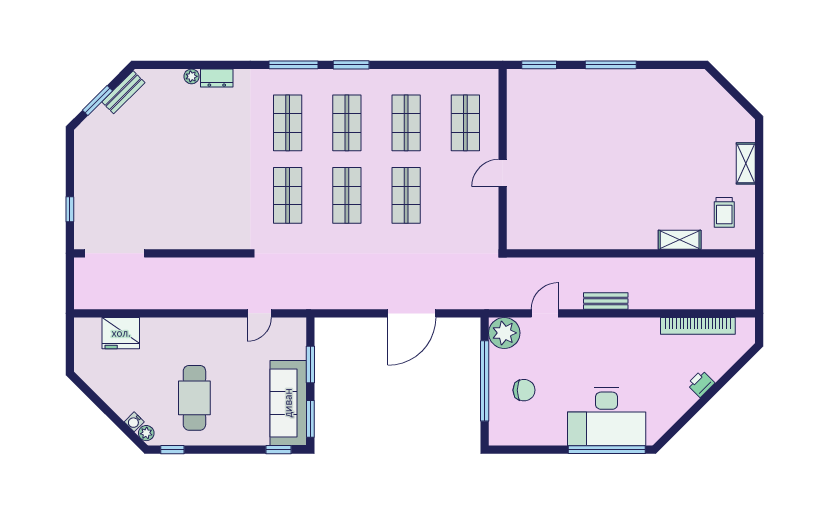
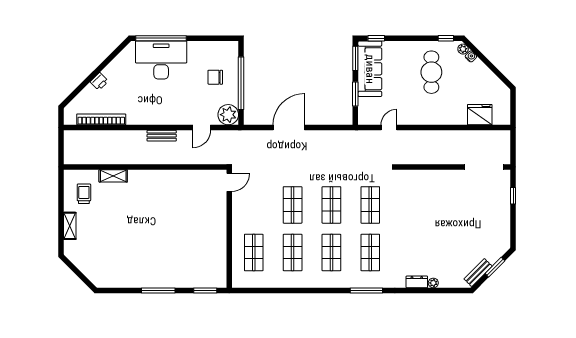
window: (351, 65) -> (329, 290), removed
door: (503, 173) -> (229, 182), moved

